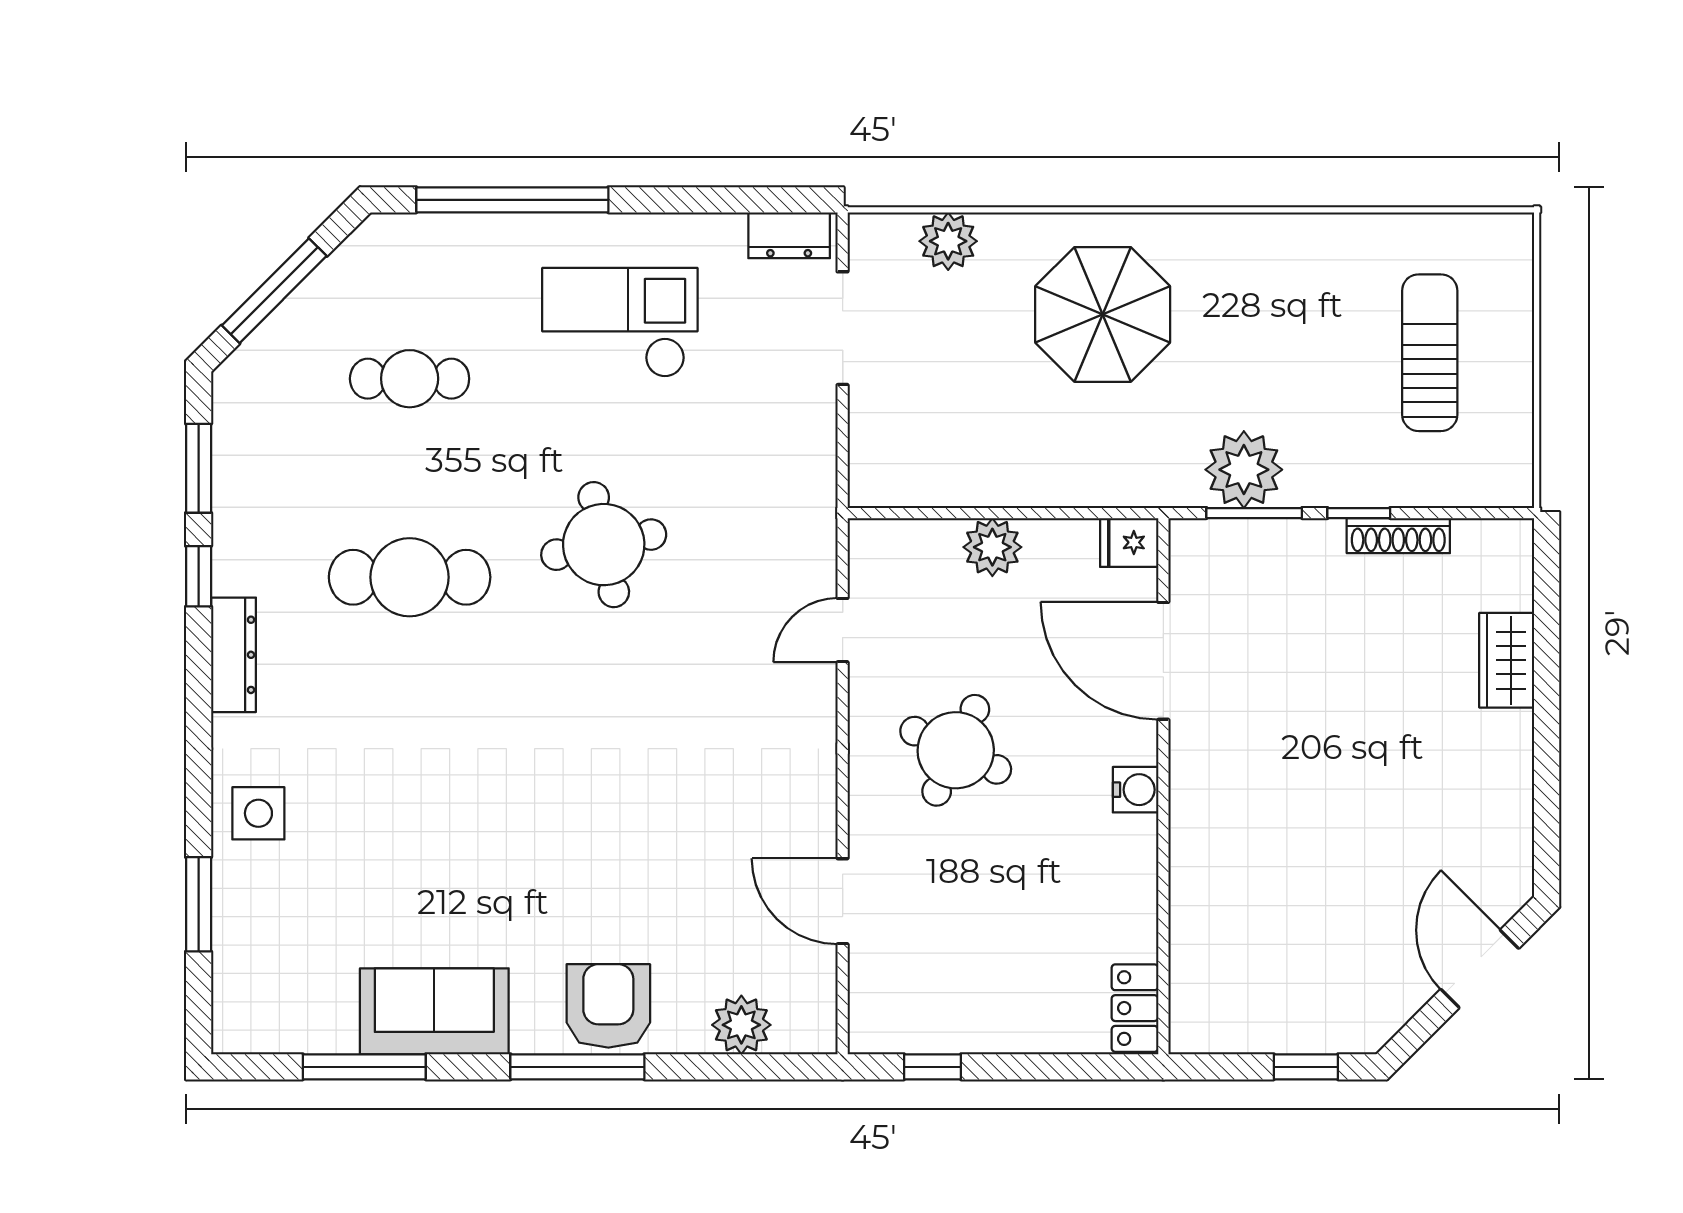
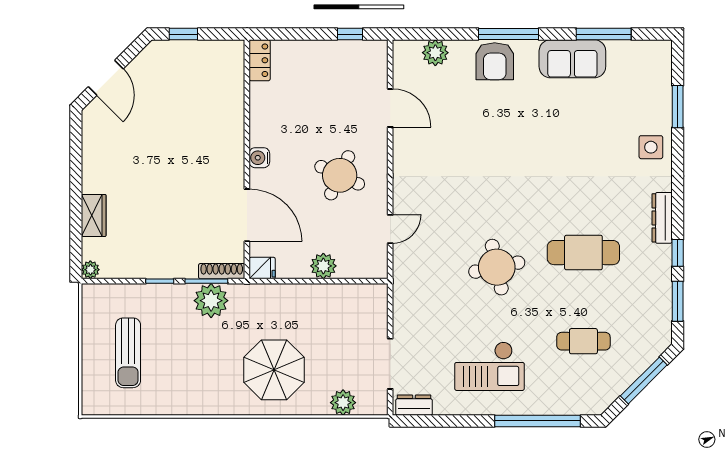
shoe rack: (1398, 536) -> (222, 271), moved
plant: (1514, 539) -> (90, 270), added

